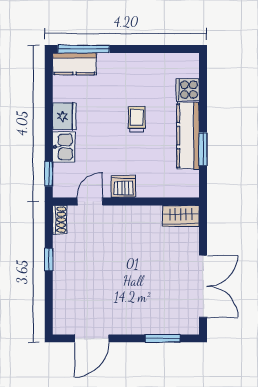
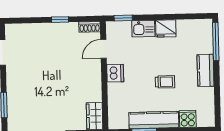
kitchen counter: (74, 64) -> (206, 70), moved
door: (90, 201) -> (104, 49), swing flipped

